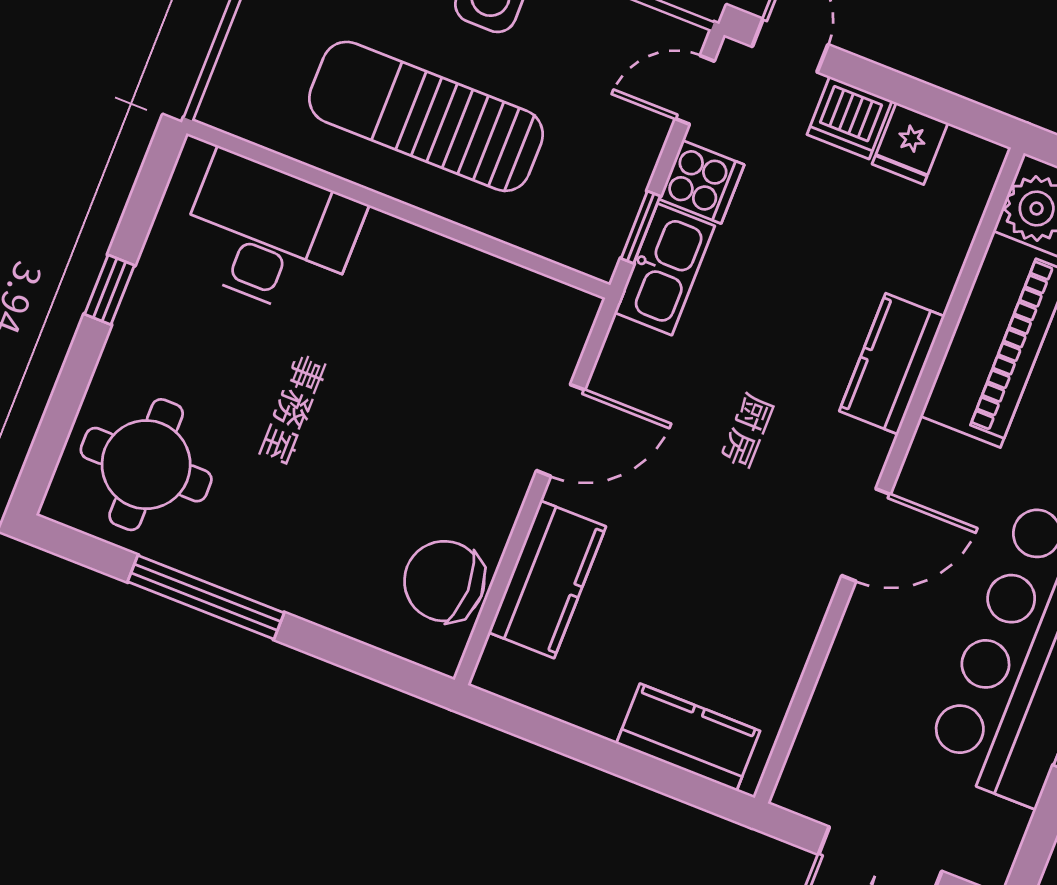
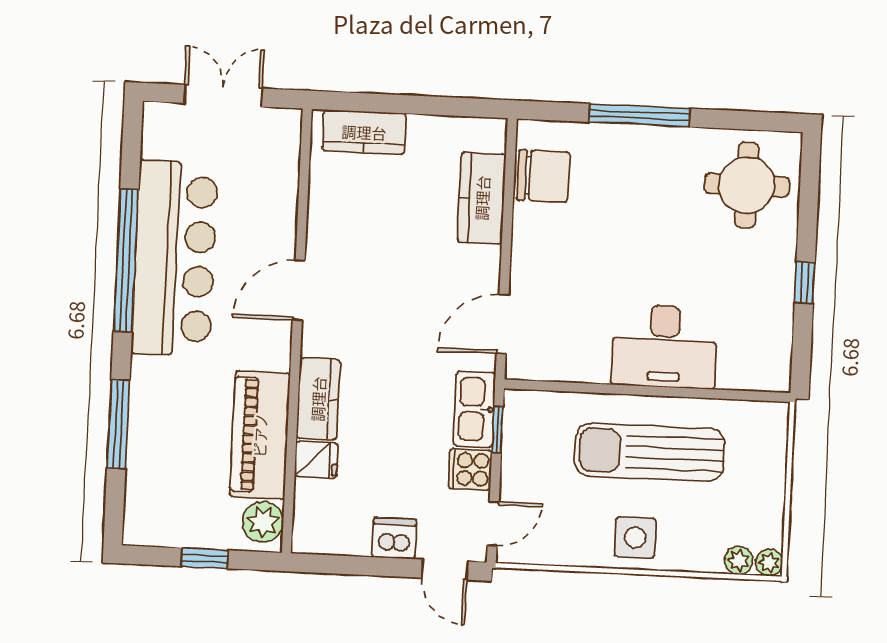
sun lounger: (426, 116) -> (650, 452), turned 180
fridge: (910, 144) -> (316, 460), moved, turned 90
desk: (270, 235) -> (664, 346), moved
door: (561, 430) -> (503, 324), moved
window: (206, 597) -> (639, 115), moved

